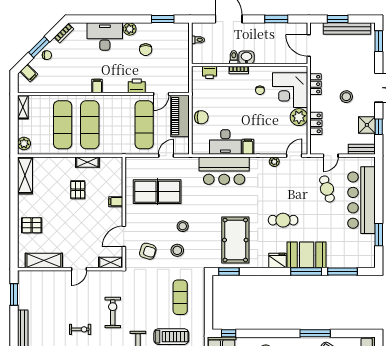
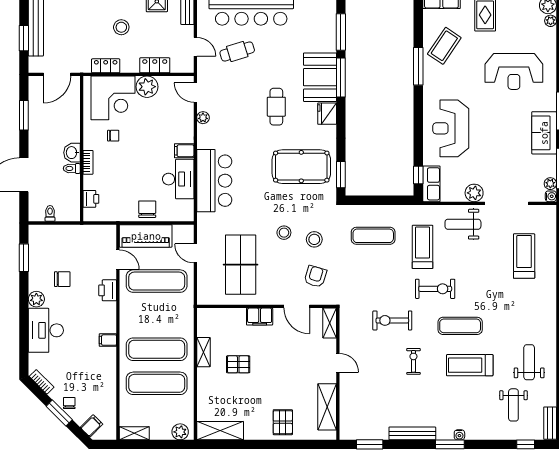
filing cabinet: (116, 202) -> (260, 317), width x2.00

